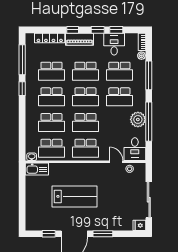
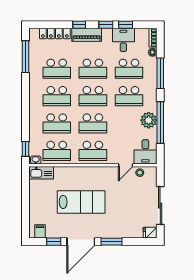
window: (22, 89) -> (25, 149), moved
door: (116, 162) -> (126, 165), swing flipped
filing cabinet: (36, 224) -> (40, 231), added

